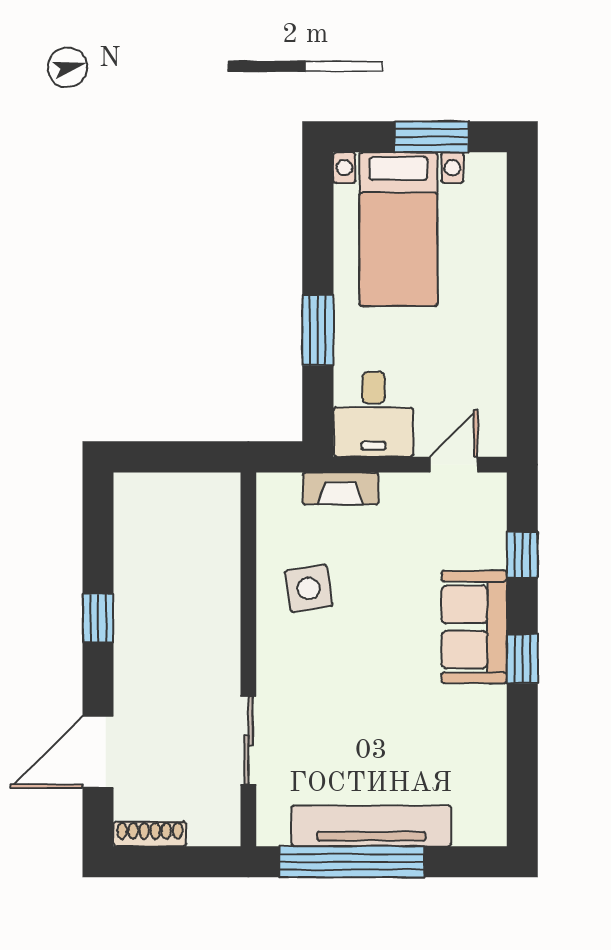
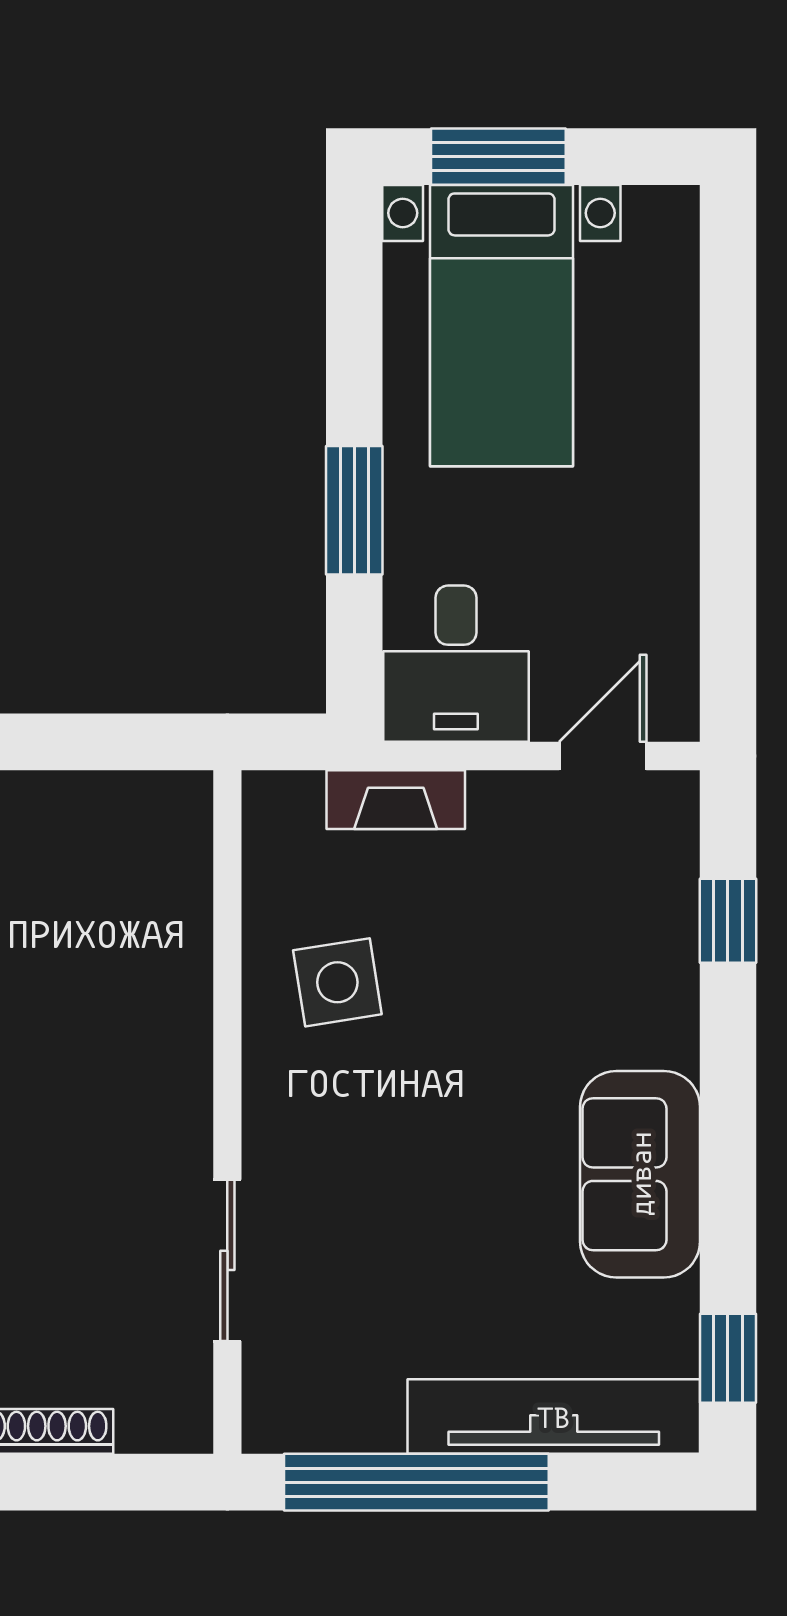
window: (432, 137) -> (498, 157), moved
sofa: (474, 627) -> (640, 1174), moved
window: (522, 659) -> (728, 1358), moved
tv unit: (371, 826) -> (554, 1417), moved

